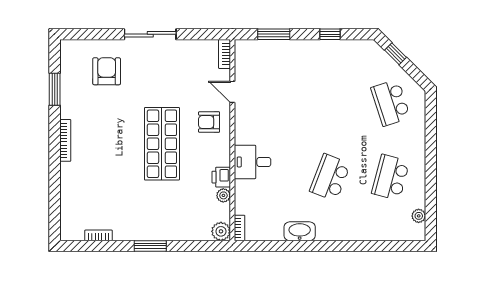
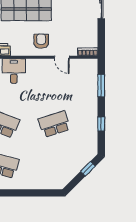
door: (232, 92) -> (62, 57), swing flipped
school desk: (391, 103) -> (54, 124), moved

